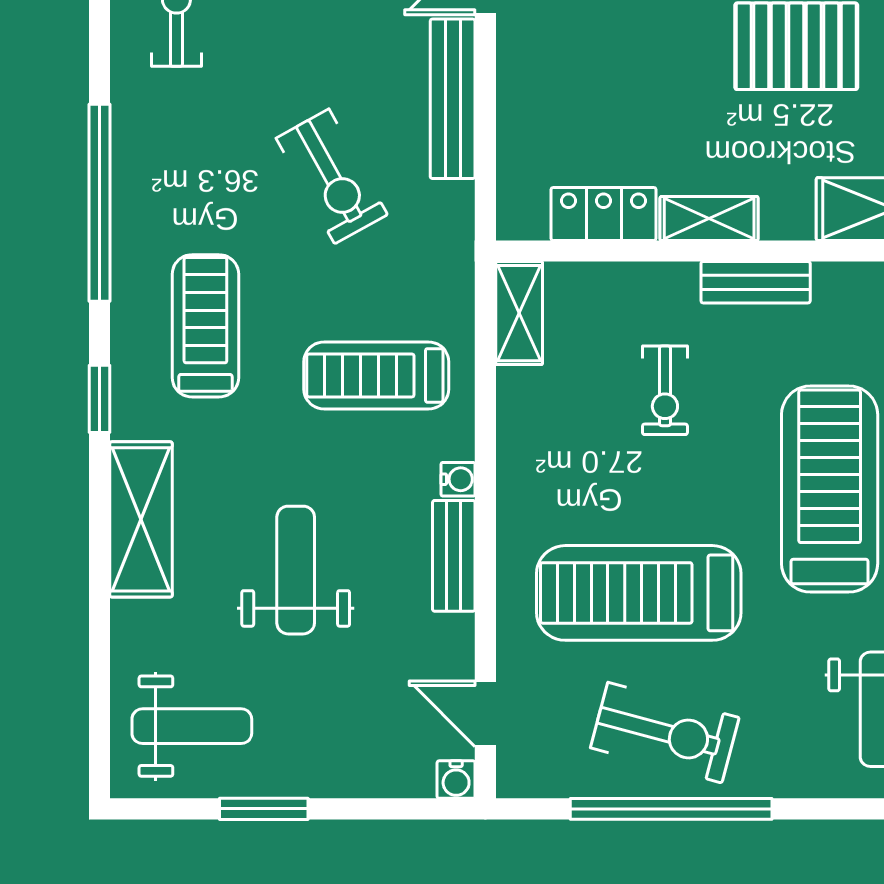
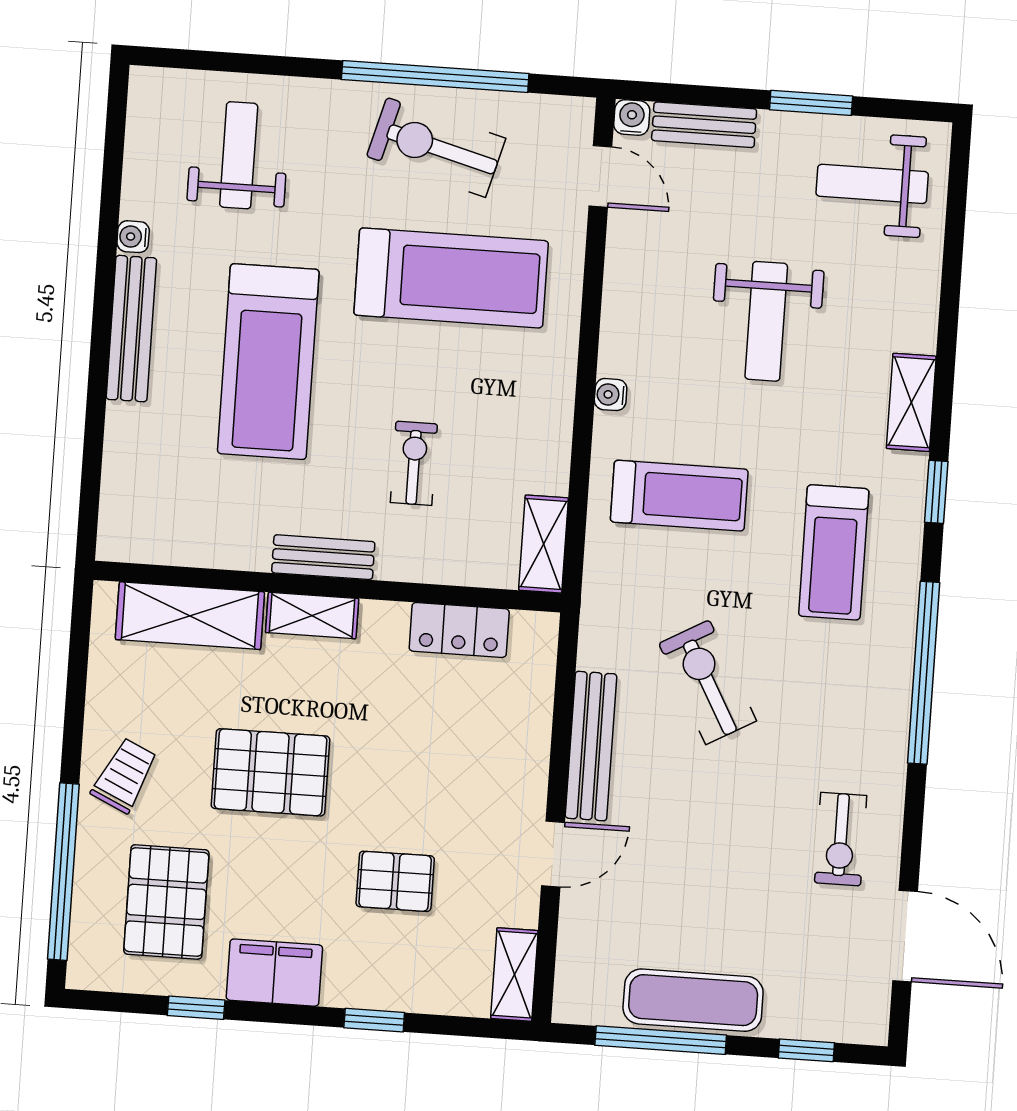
shelving: (709, 219) -> (312, 615), moved
shelving: (141, 519) -> (911, 402), width x0.67, depth x0.75
bench: (454, 556) -> (704, 125), moved, turned 90

